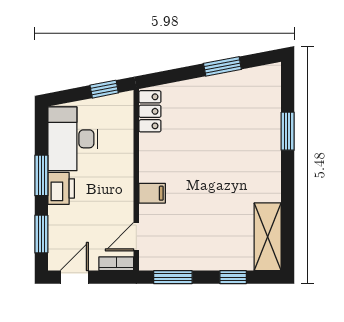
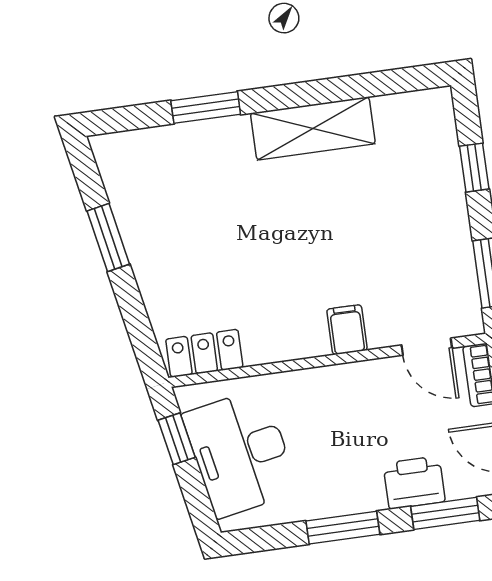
desk: (73, 139) -> (240, 453), moved, turned 79
printer: (61, 188) -> (414, 482), moved
shelving: (268, 237) -> (313, 128), moved

